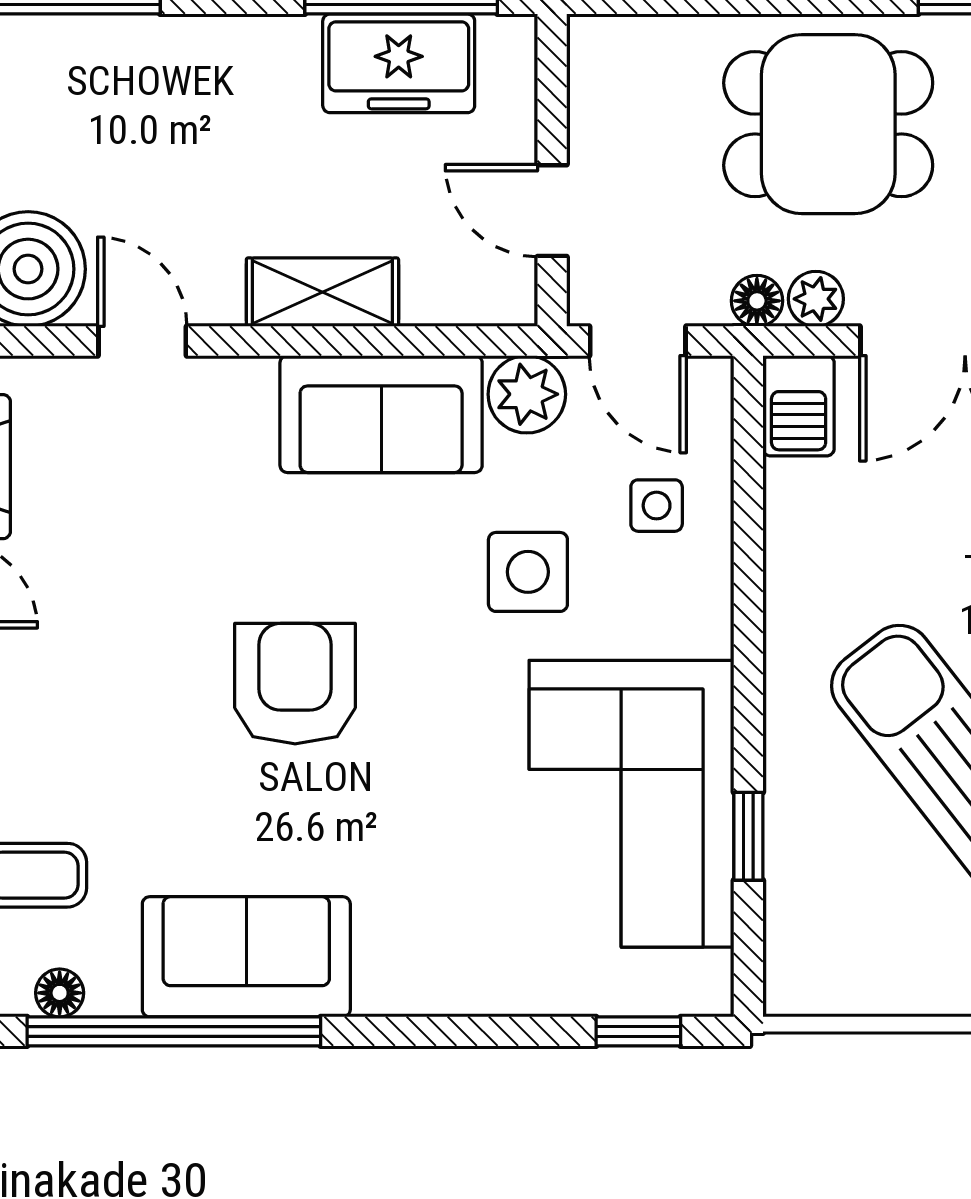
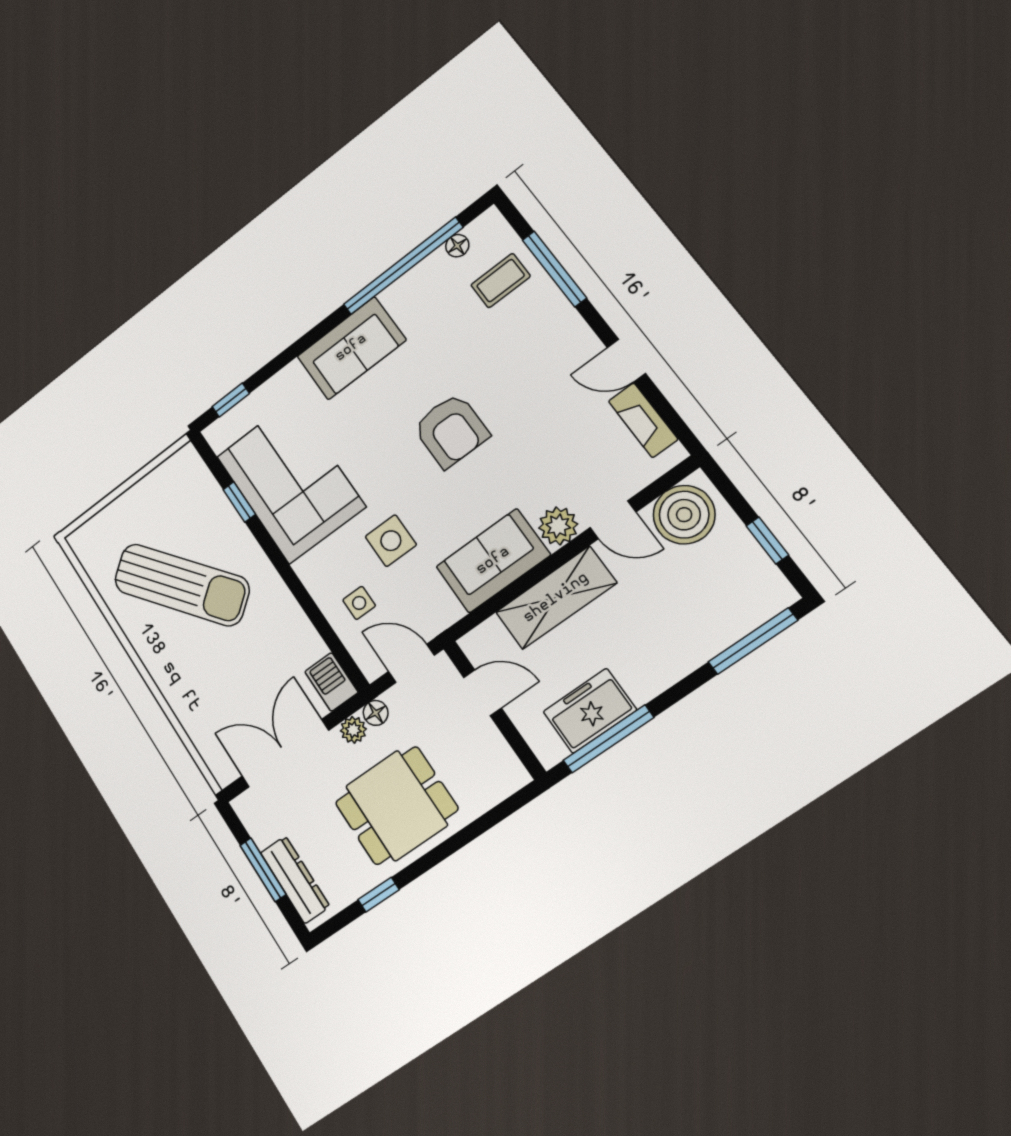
shelving: (322, 292) -> (556, 598), width x1.50, depth x1.33
plant: (527, 394) -> (558, 526), moved
sofa: (246, 957) -> (351, 348), moved

